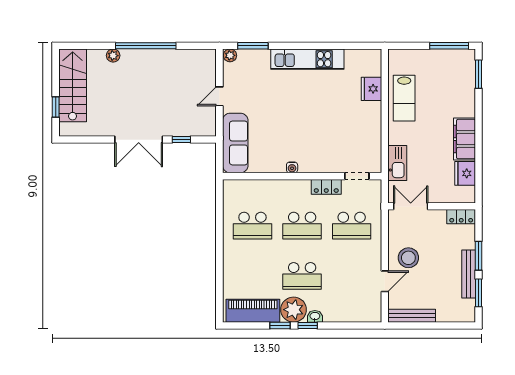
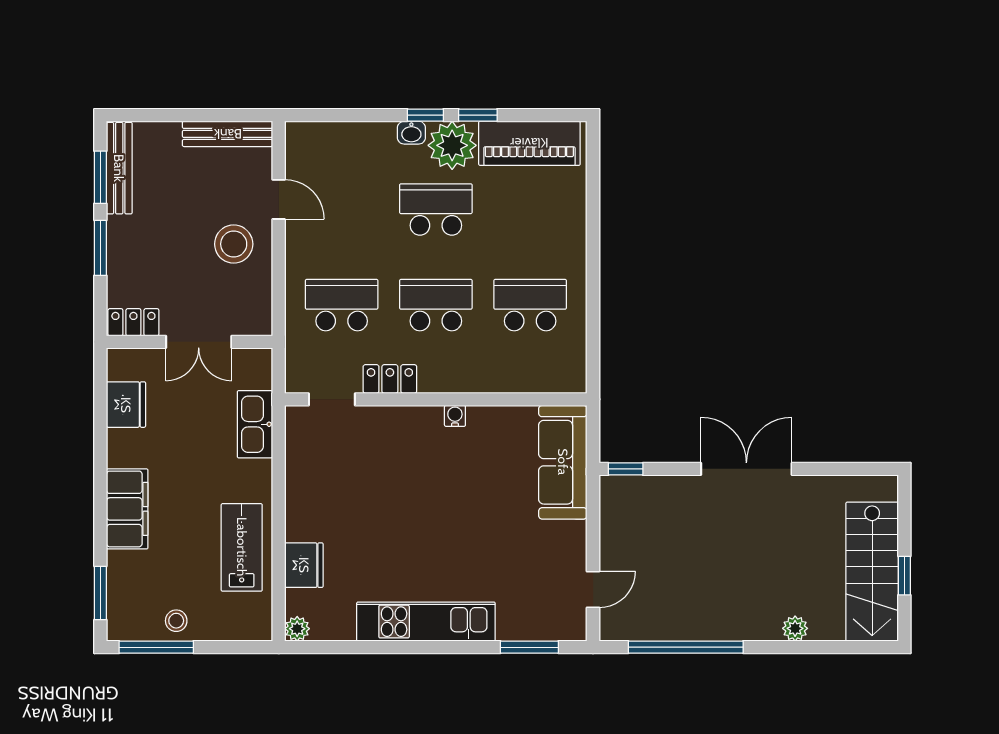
window: (146, 46) -> (686, 647), moved
plant: (230, 55) -> (297, 629), moved
stool: (439, 60) -> (176, 621), added
door: (219, 96) -> (593, 590), moved
window: (56, 107) -> (904, 576), moved
filing cabinet: (464, 139) -> (127, 509), moved
window: (181, 140) -> (626, 469), moved
double door: (411, 206) -> (199, 342), moved
bench: (469, 274) -> (119, 168), moved
door: (385, 281) -> (279, 199), swing flipped

